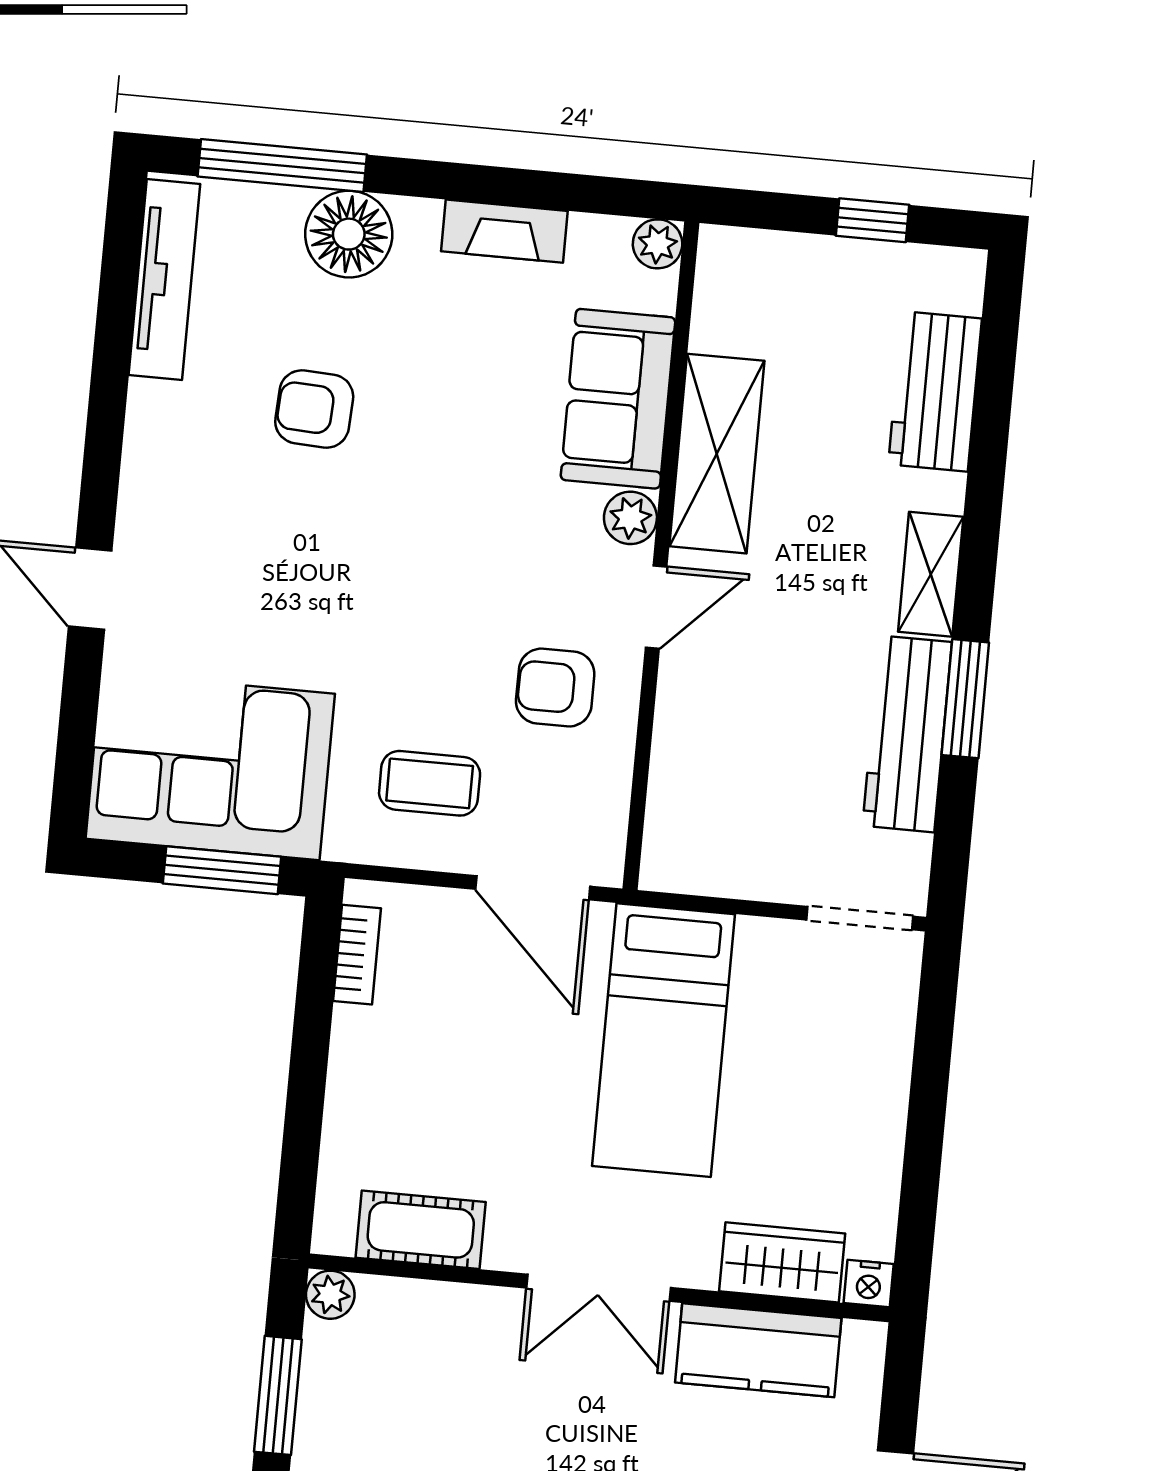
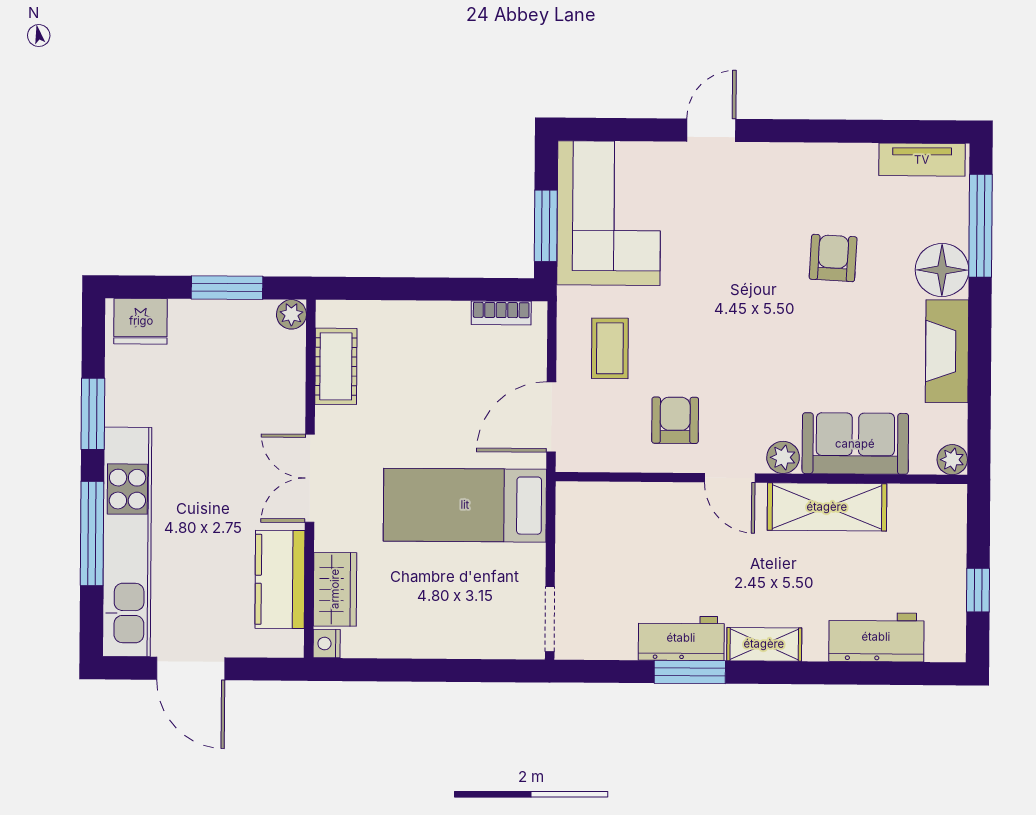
fireplace: (504, 231) -> (947, 351), width x1.37, depth x1.32
tv unit: (164, 280) -> (922, 160), width x0.71
workbench: (907, 734) -> (681, 638), width x0.73

